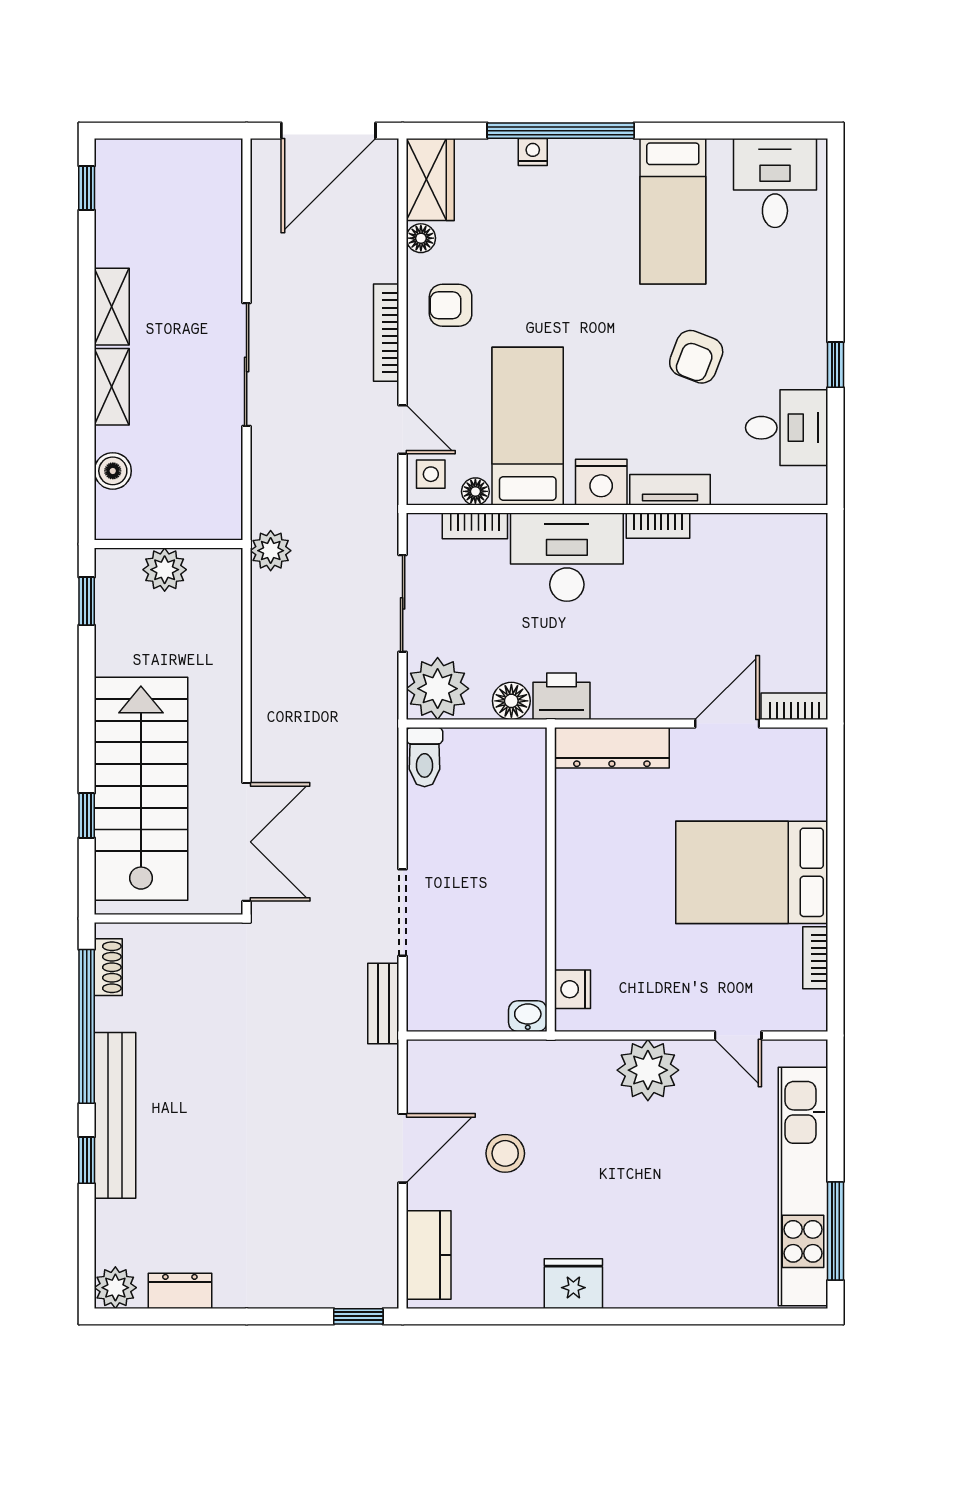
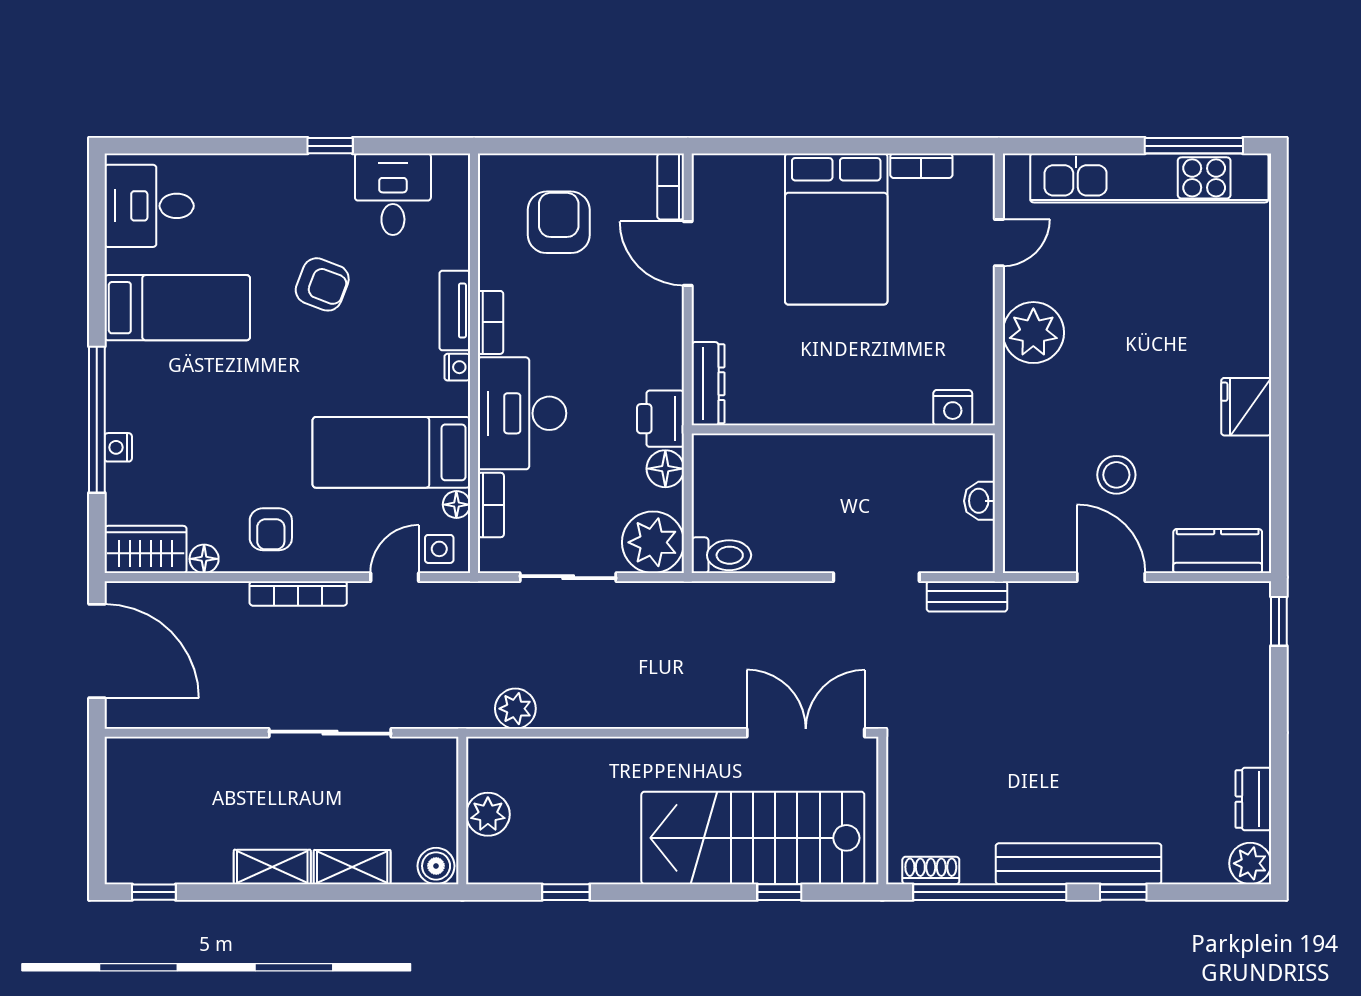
nightstand: (601, 482) -> (457, 367), width x0.53, depth x0.56
wall: (169, 544) -> (462, 810), moved
plant: (165, 570) -> (488, 814), moved
armchair: (758, 594) -> (559, 222), added
dresser: (612, 748) -> (708, 384), width x0.73, depth x0.80
washbasin: (528, 1016) -> (980, 501), moved

